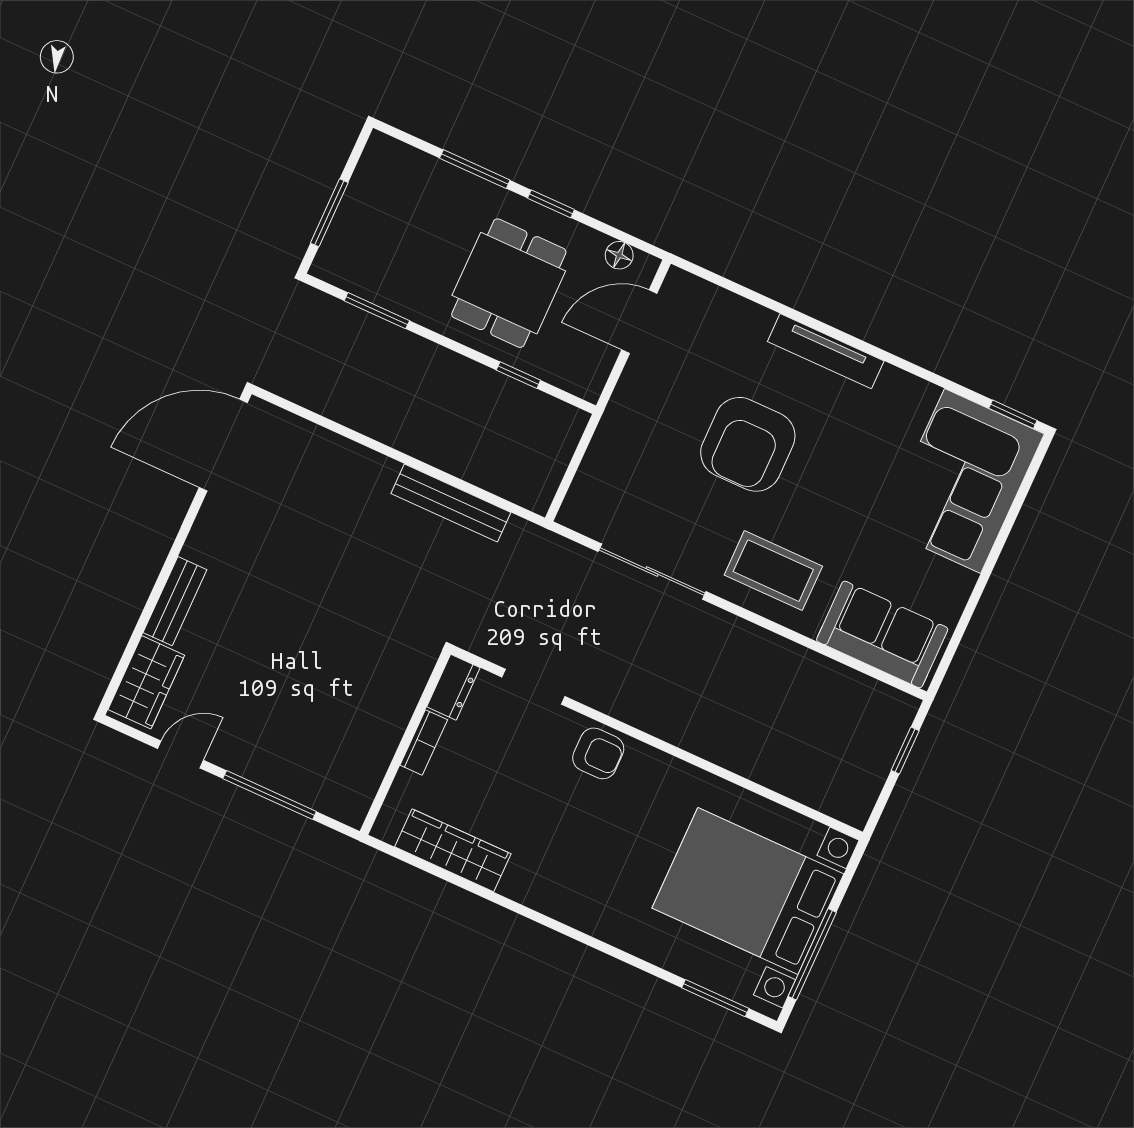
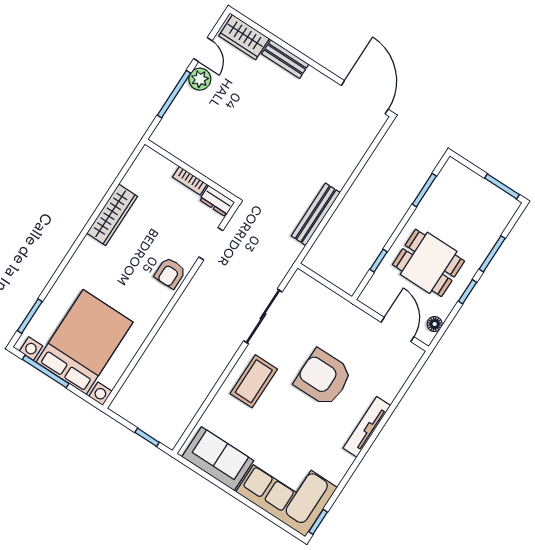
window: (329, 213) -> (502, 186), moved
sofa: (882, 635) -> (218, 459), moved, turned -90
plant: (235, 752) -> (200, 79), added
wardrobe: (453, 850) -> (112, 215), moved

